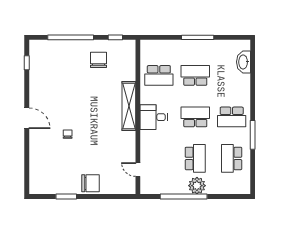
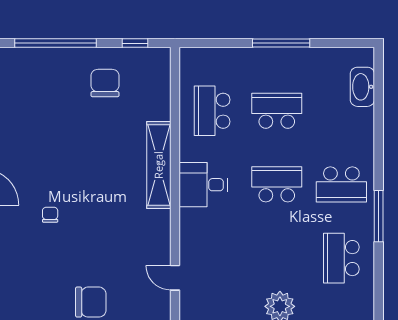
school desk: (159, 75) -> (212, 111), turned 90
school desk: (195, 158) -> (277, 258), removed

